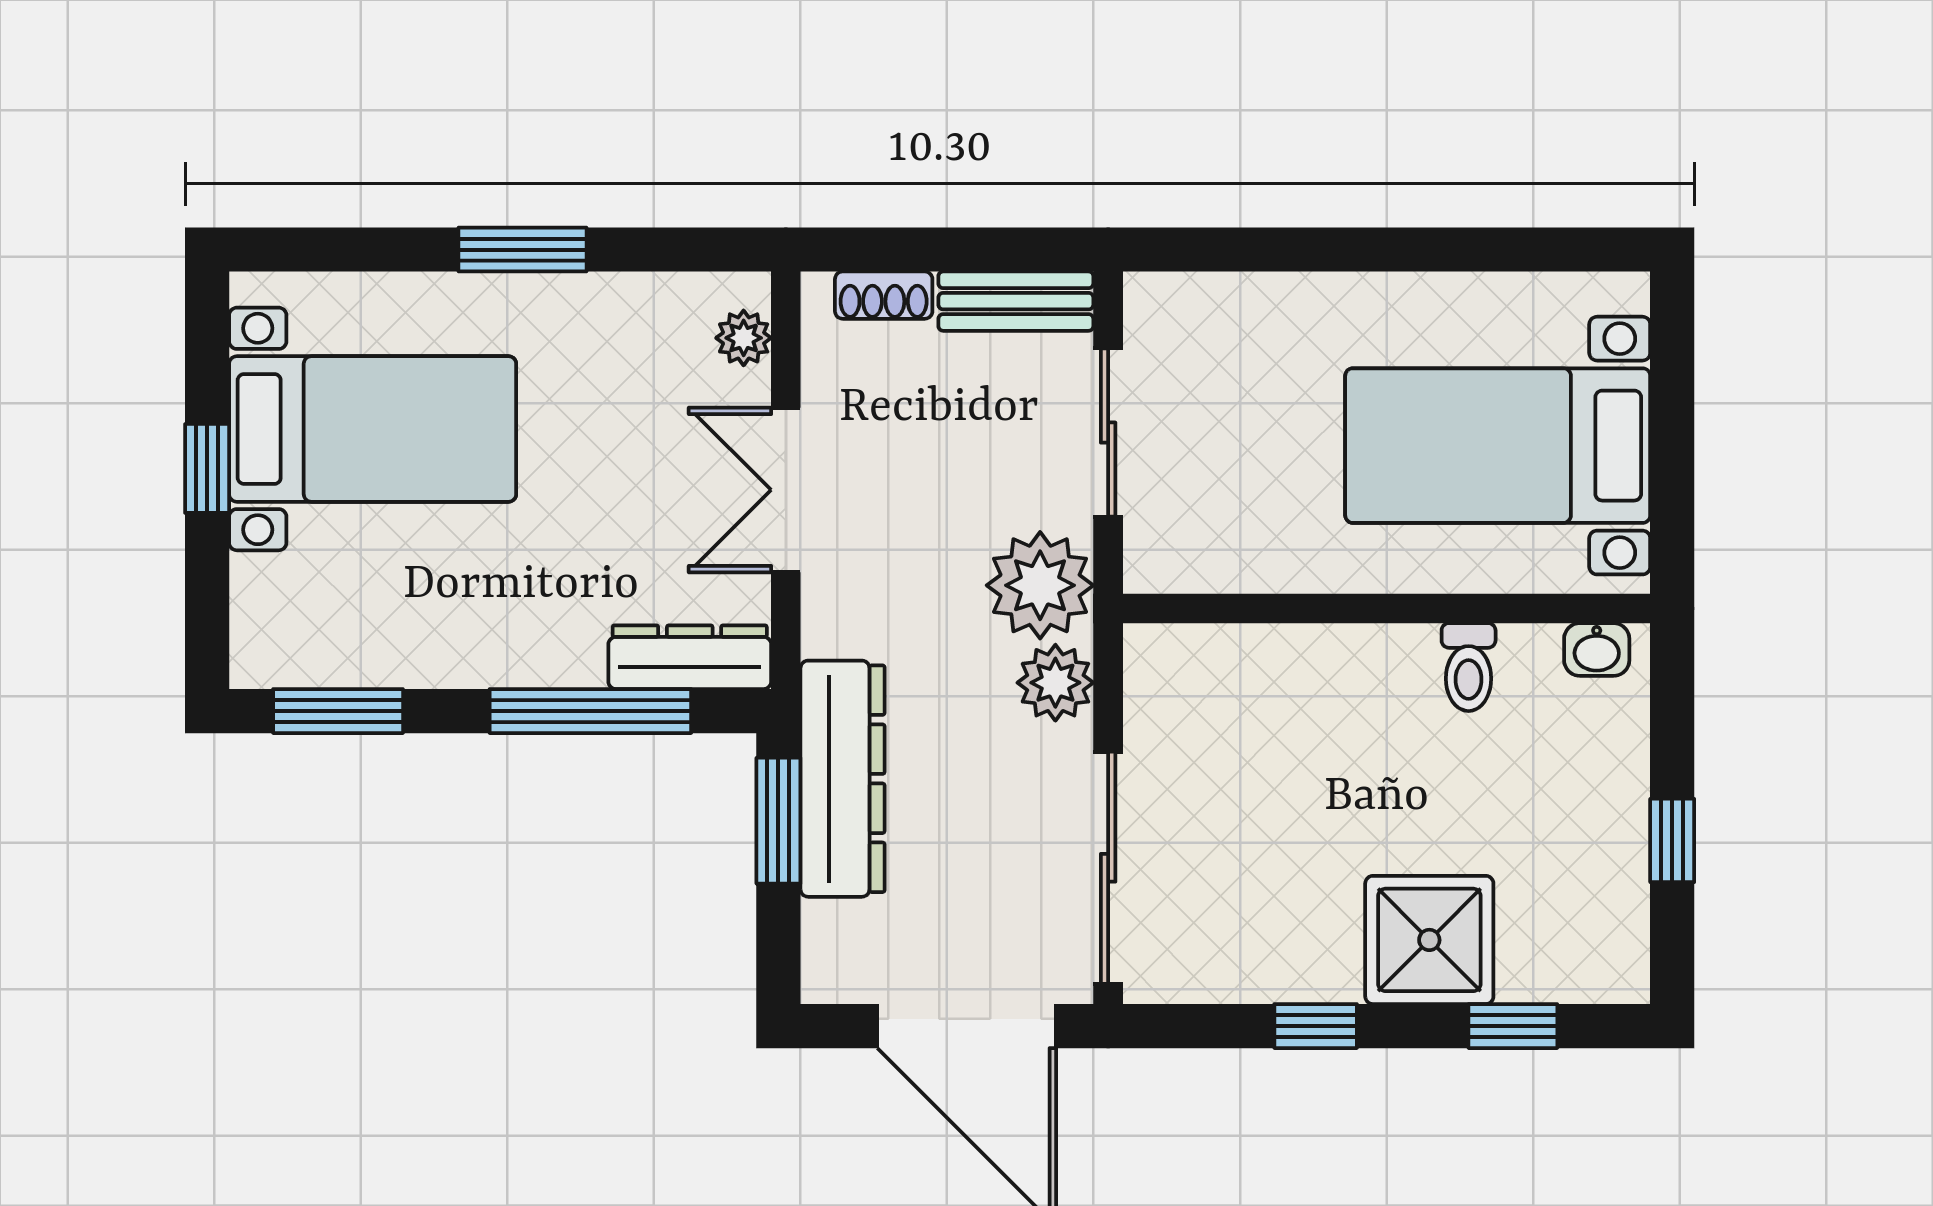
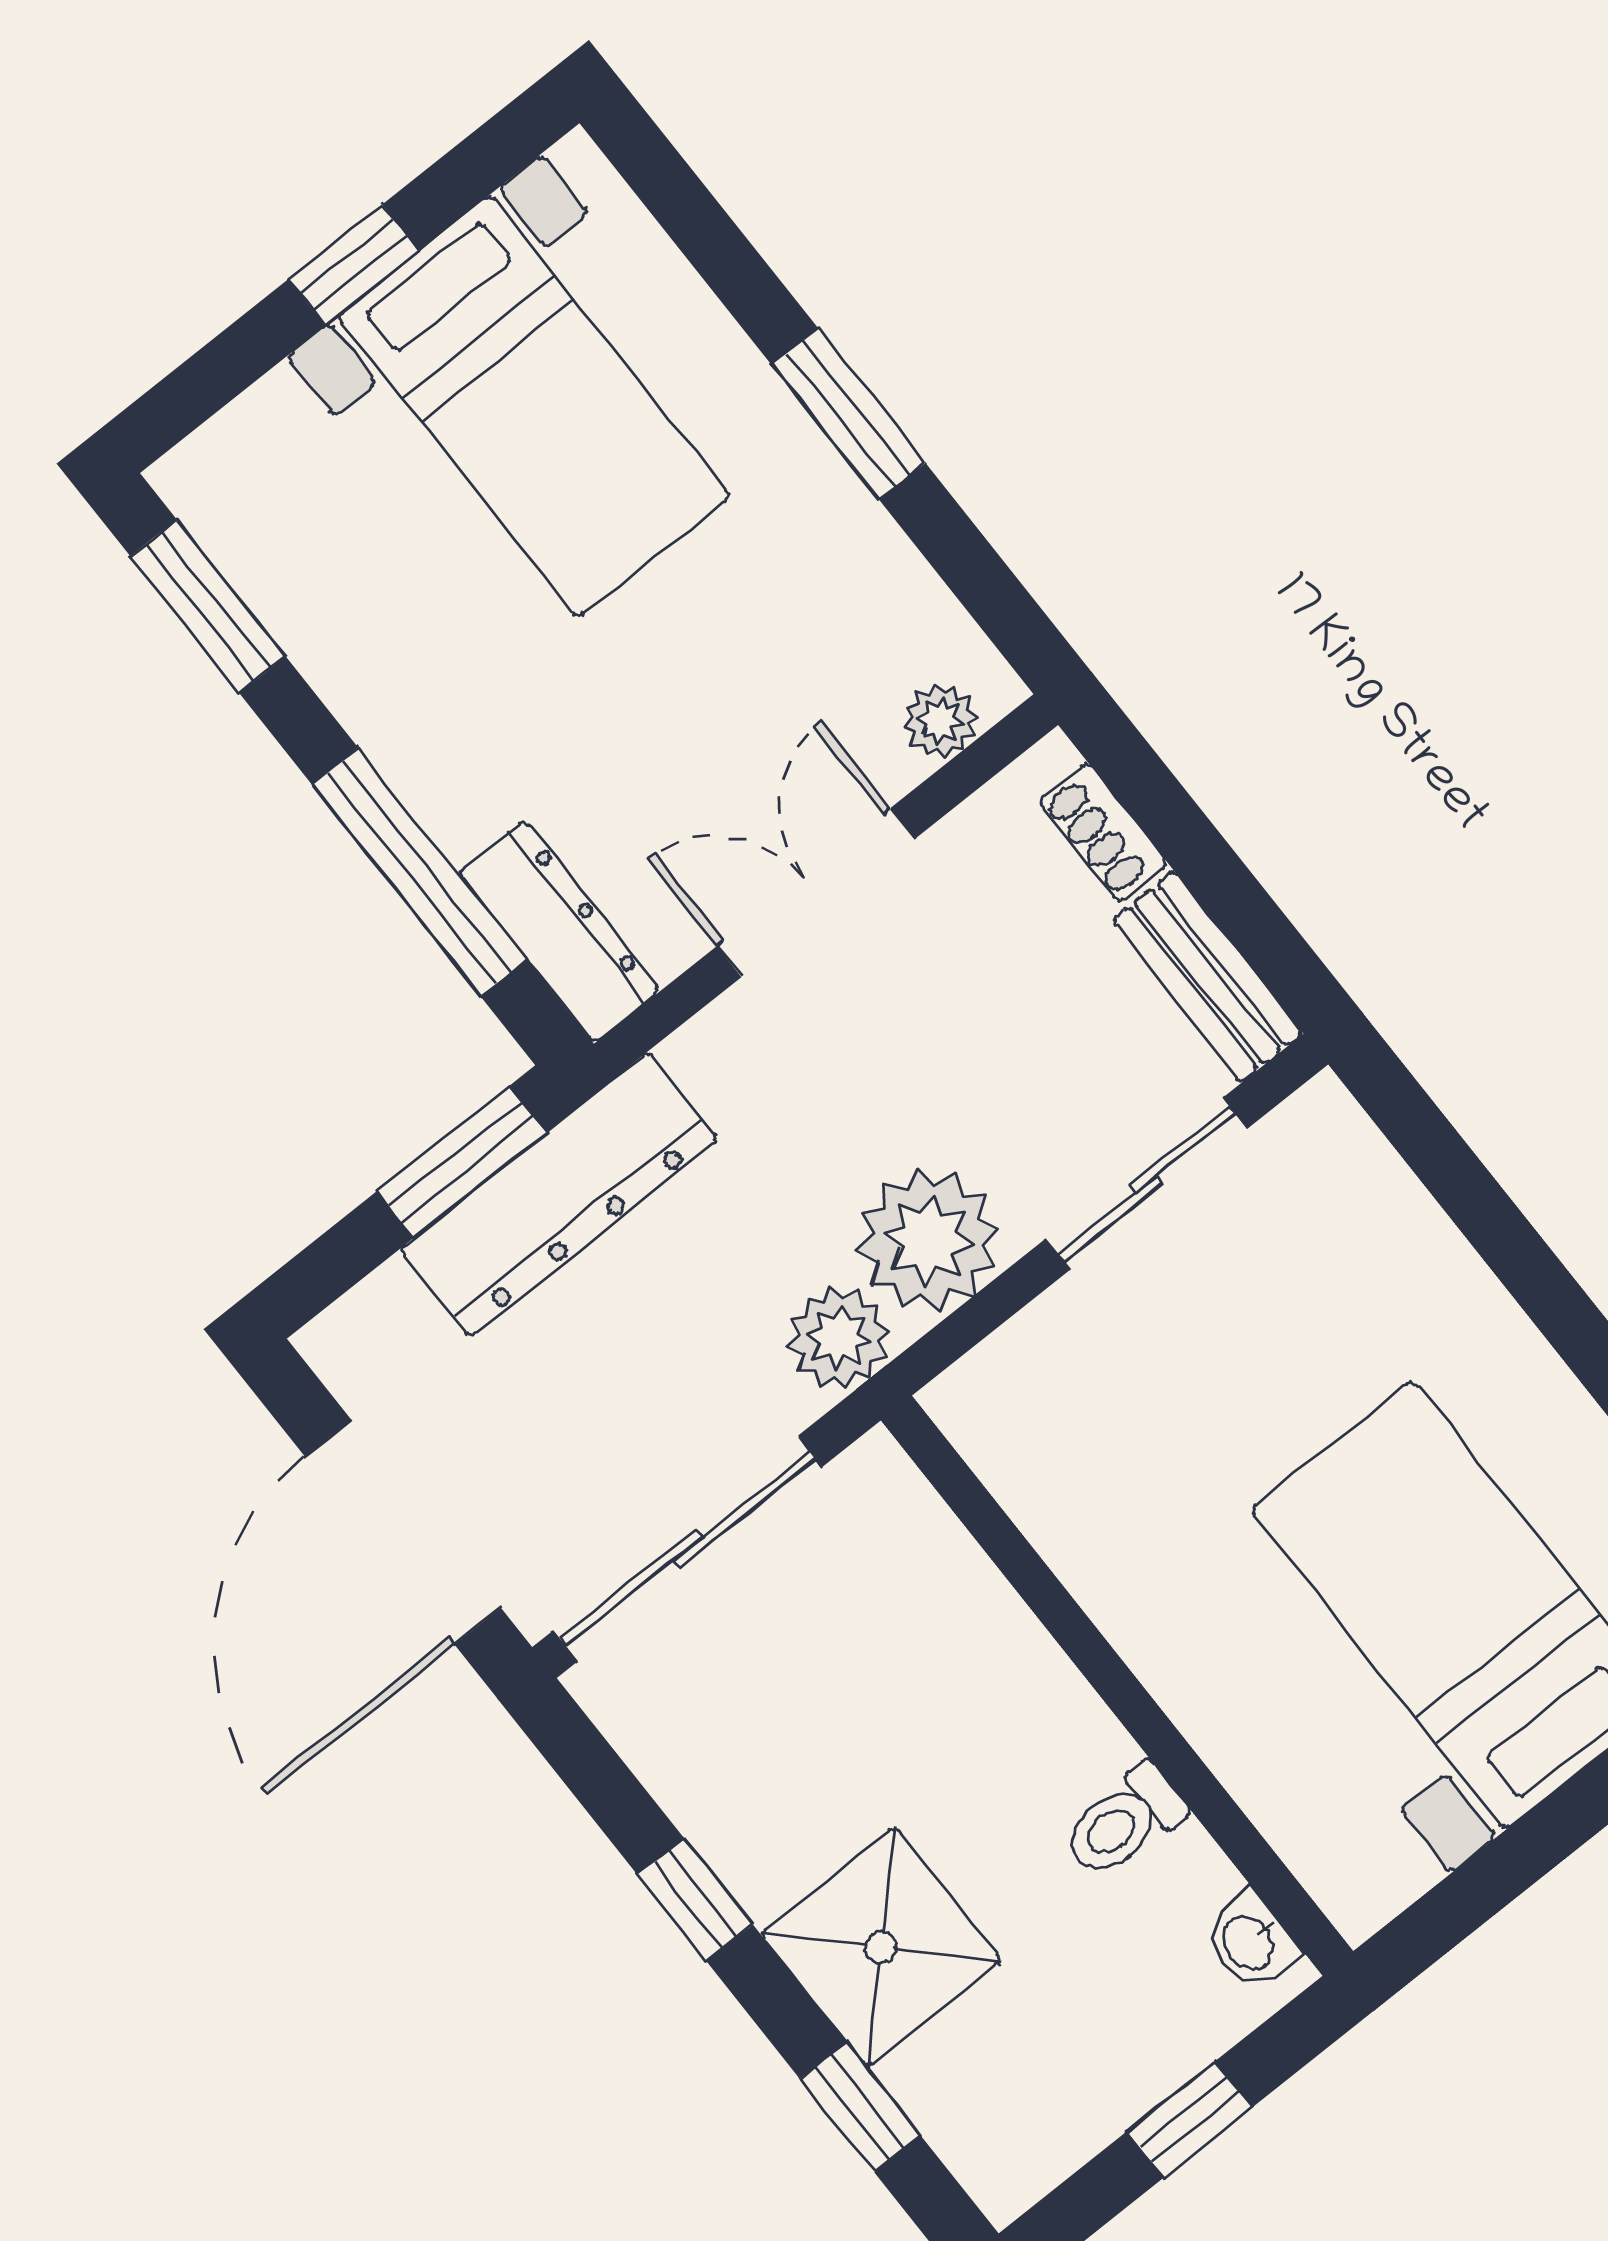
wall: (1387, 608) -> (1117, 1686), moved
washbasin: (1597, 650) -> (1250, 1941), moved
toilet: (1469, 667) -> (1124, 1821), moved

